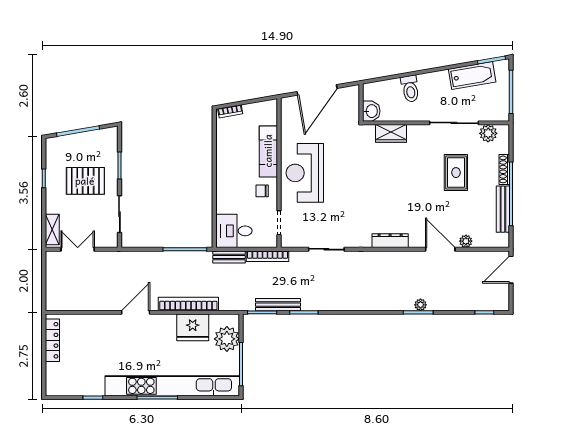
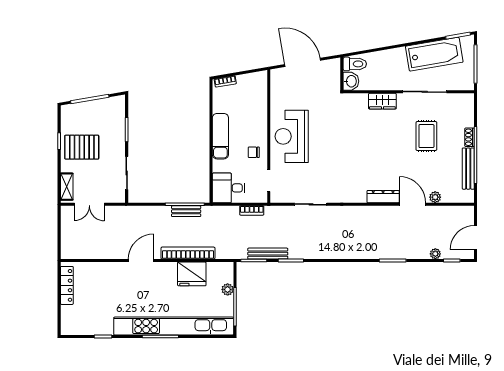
bathtub: (472, 76) -> (434, 54), width x1.36, depth x1.36
toilet: (410, 89) -> (355, 64), moved, turned -80
door: (317, 90) -> (303, 62), swing flipped
wardrobe: (391, 133) -> (382, 101), moved
plant: (488, 133) -> (455, 101), removed
exam couch: (268, 151) -> (220, 136), moved, turned 180
shoe rack: (504, 169) -> (469, 137), width x0.70
pallet: (85, 181) -> (82, 147), moved
dresser: (390, 241) -> (383, 197), moved
double door: (78, 249) -> (89, 204), swing flipped
bookcase: (268, 256) -> (252, 210), width x0.64
bench: (229, 257) -> (186, 211), moved
door: (511, 270) -> (475, 238), moved
plant: (420, 305) -> (435, 254), moved
plant: (227, 339) -> (228, 289), width x0.53, depth x0.53

